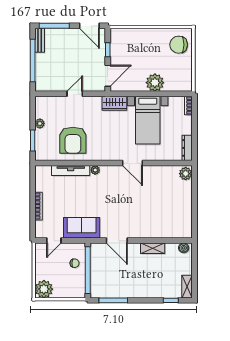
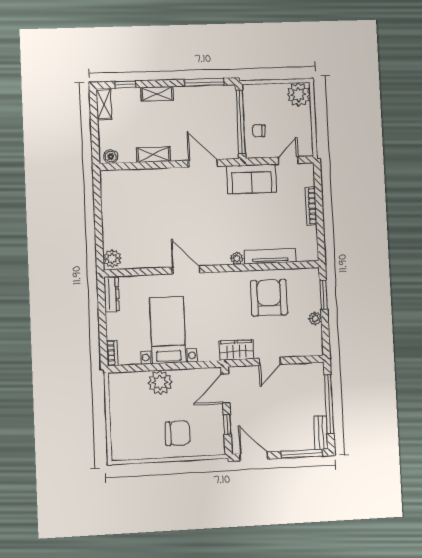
chair: (179, 45) -> (178, 433), moved
wardrobe: (114, 103) -> (236, 350), moved
shelving: (148, 293) -> (157, 94), added

